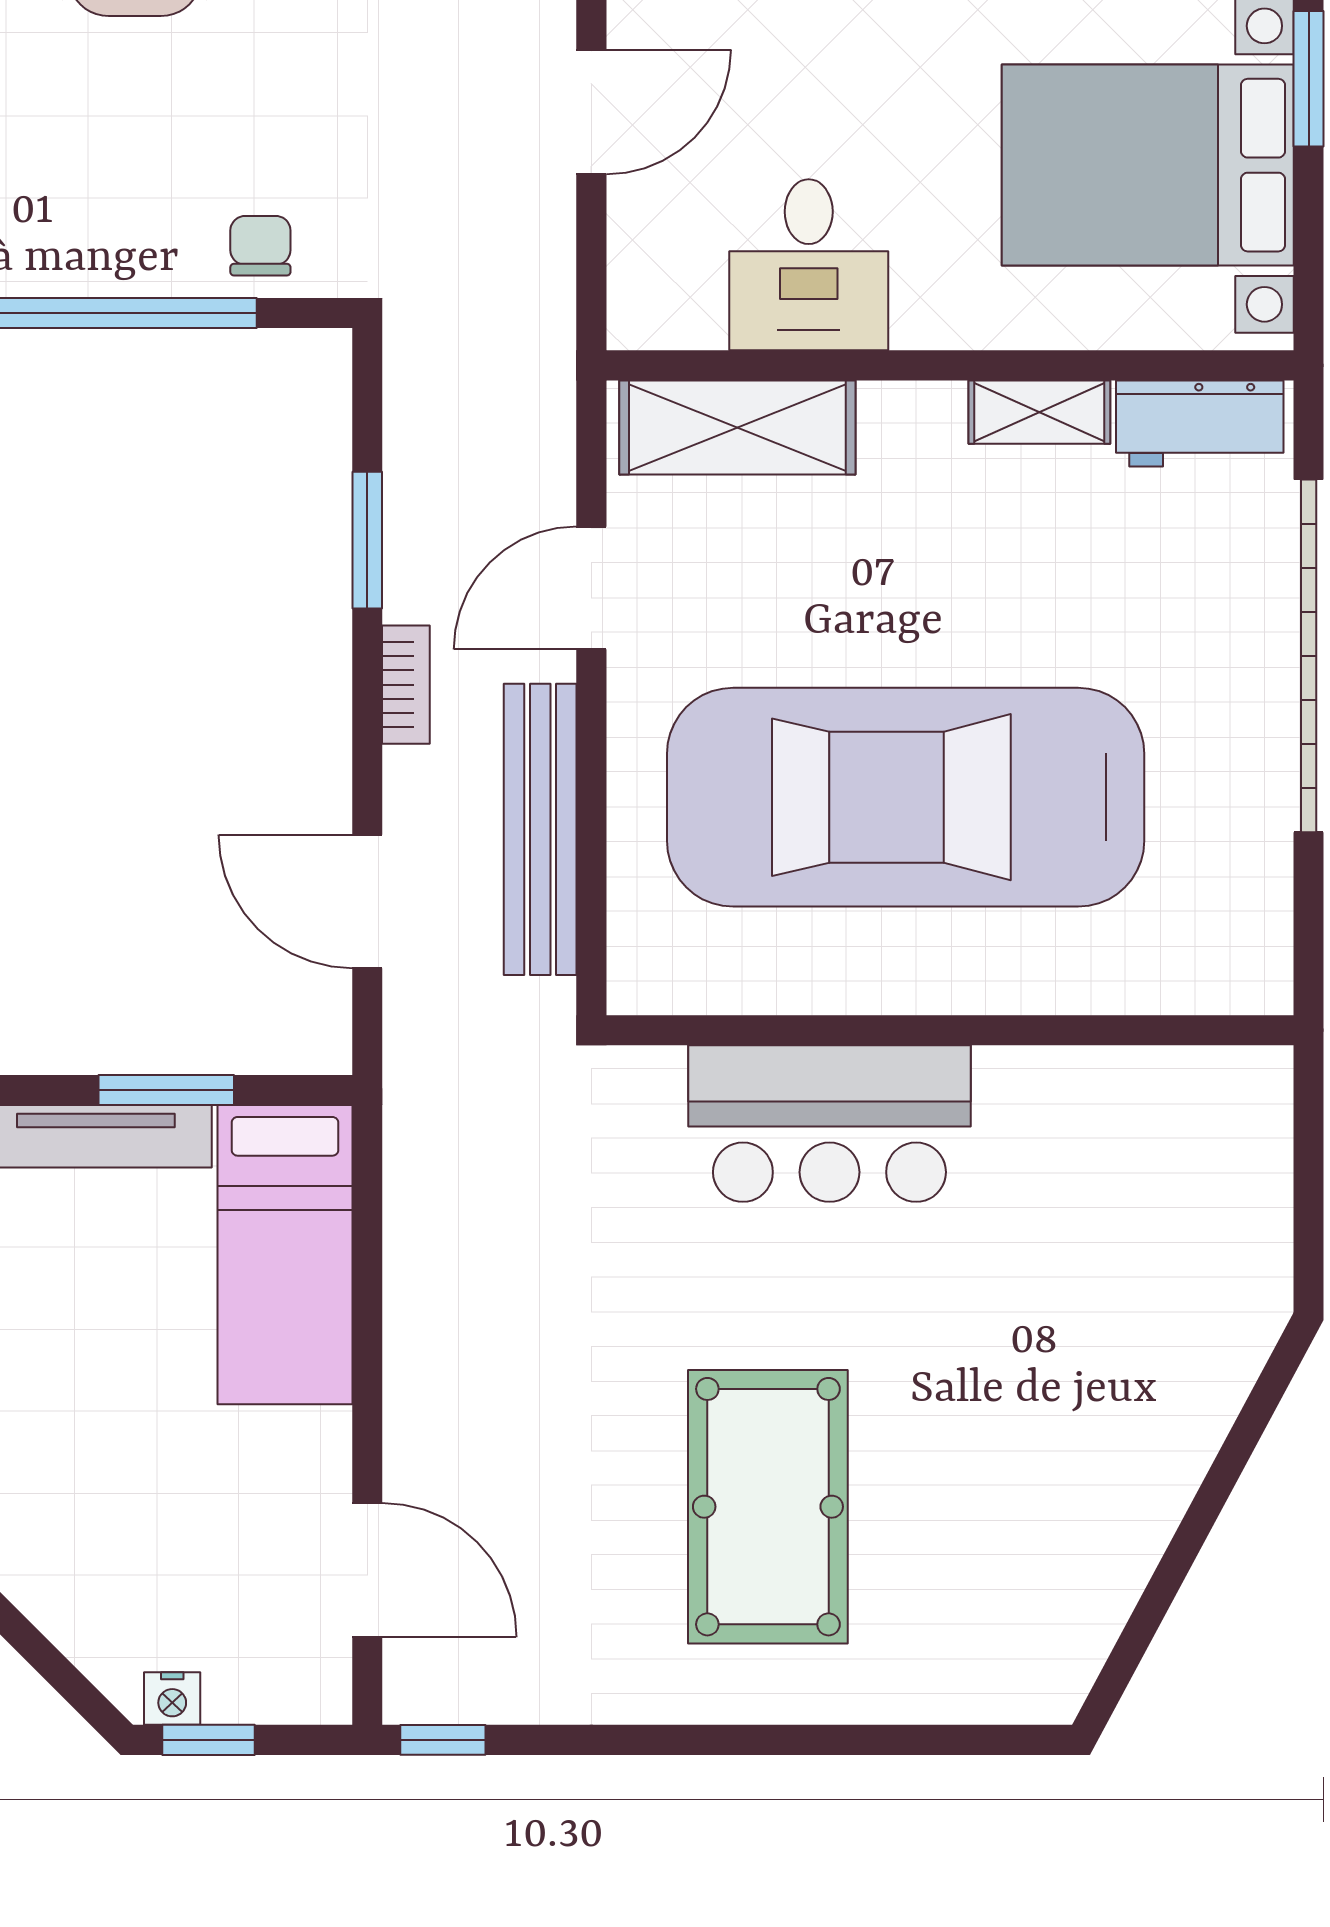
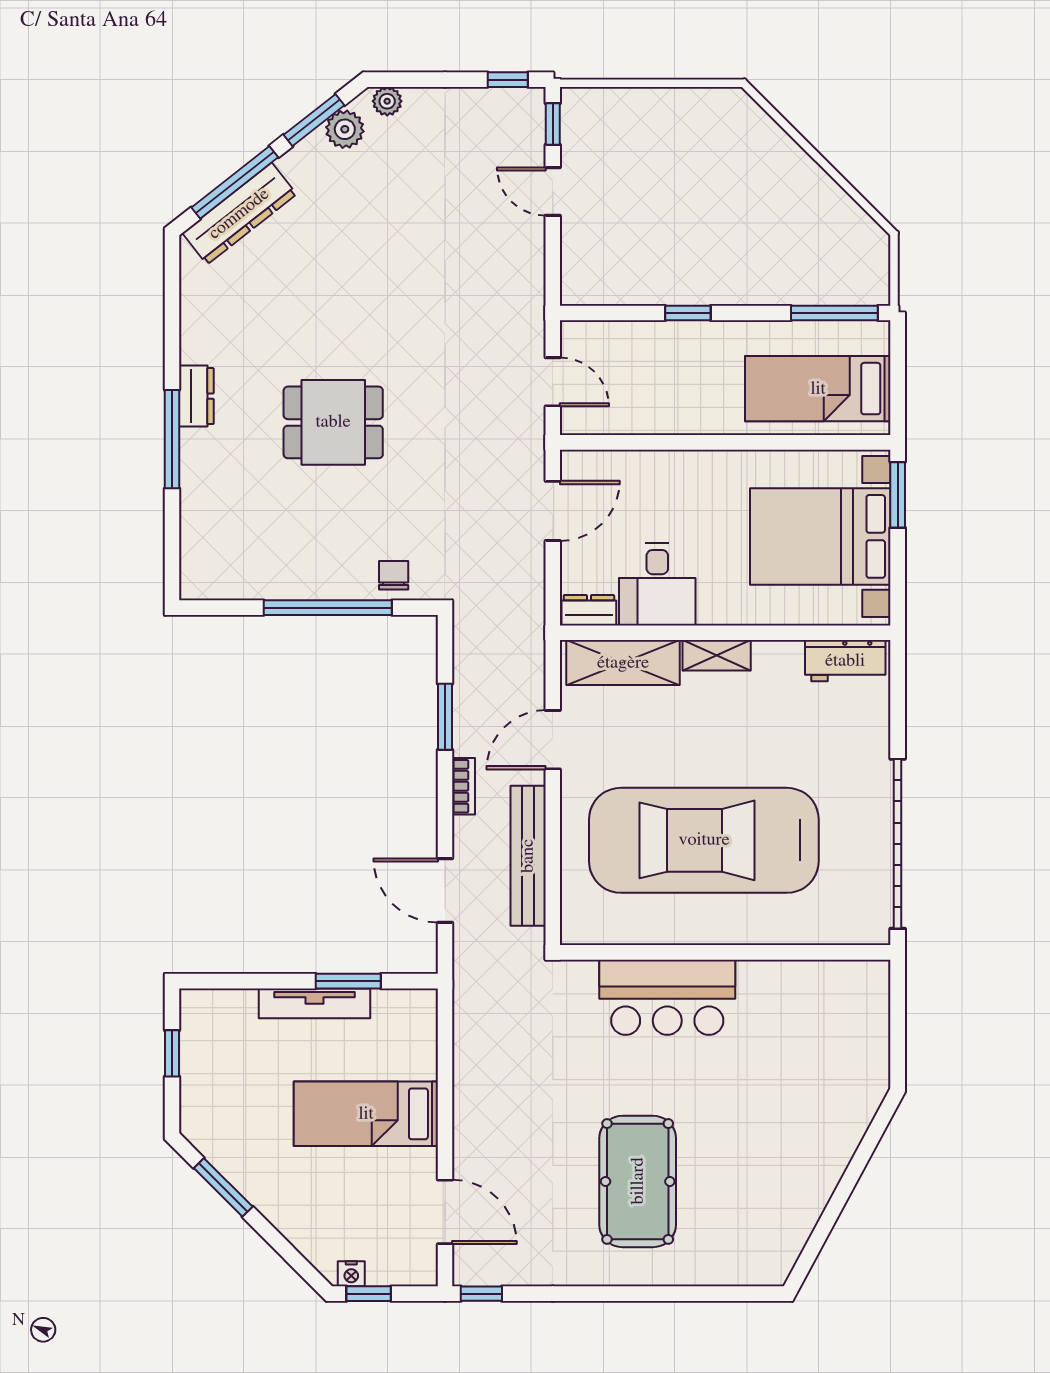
dresser: (667, 319) -> (589, 610), added
shelving: (1039, 412) -> (717, 655), moved
garage door: (1309, 656) -> (898, 844), moved
bed: (285, 1255) -> (366, 1114), moved, turned 90

